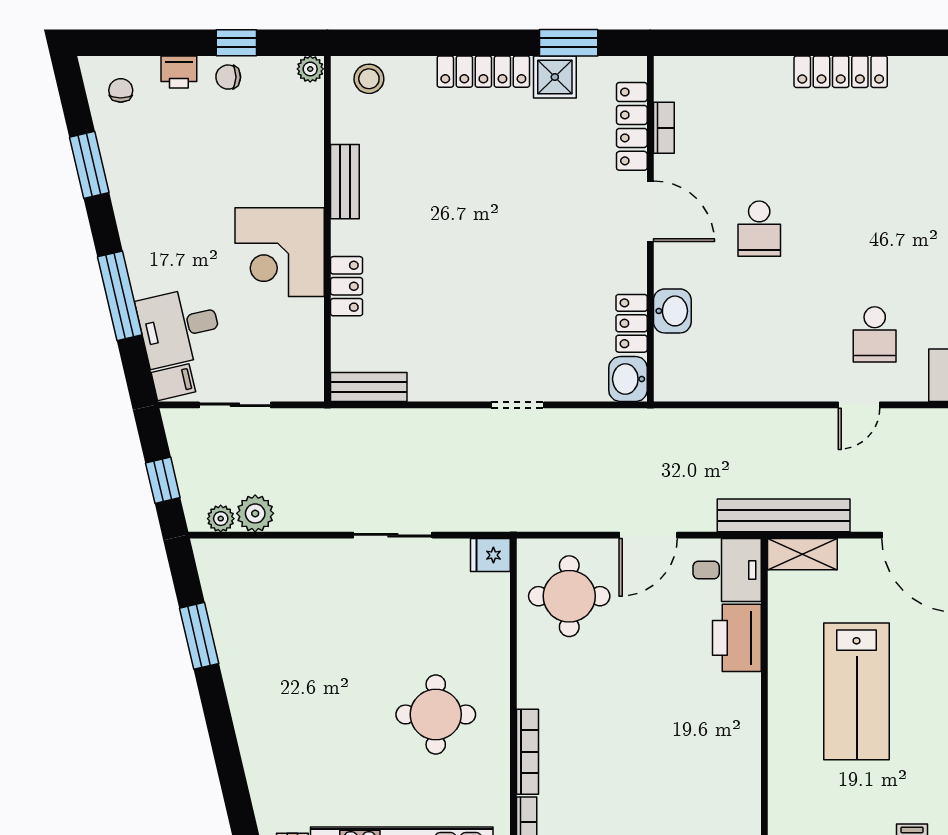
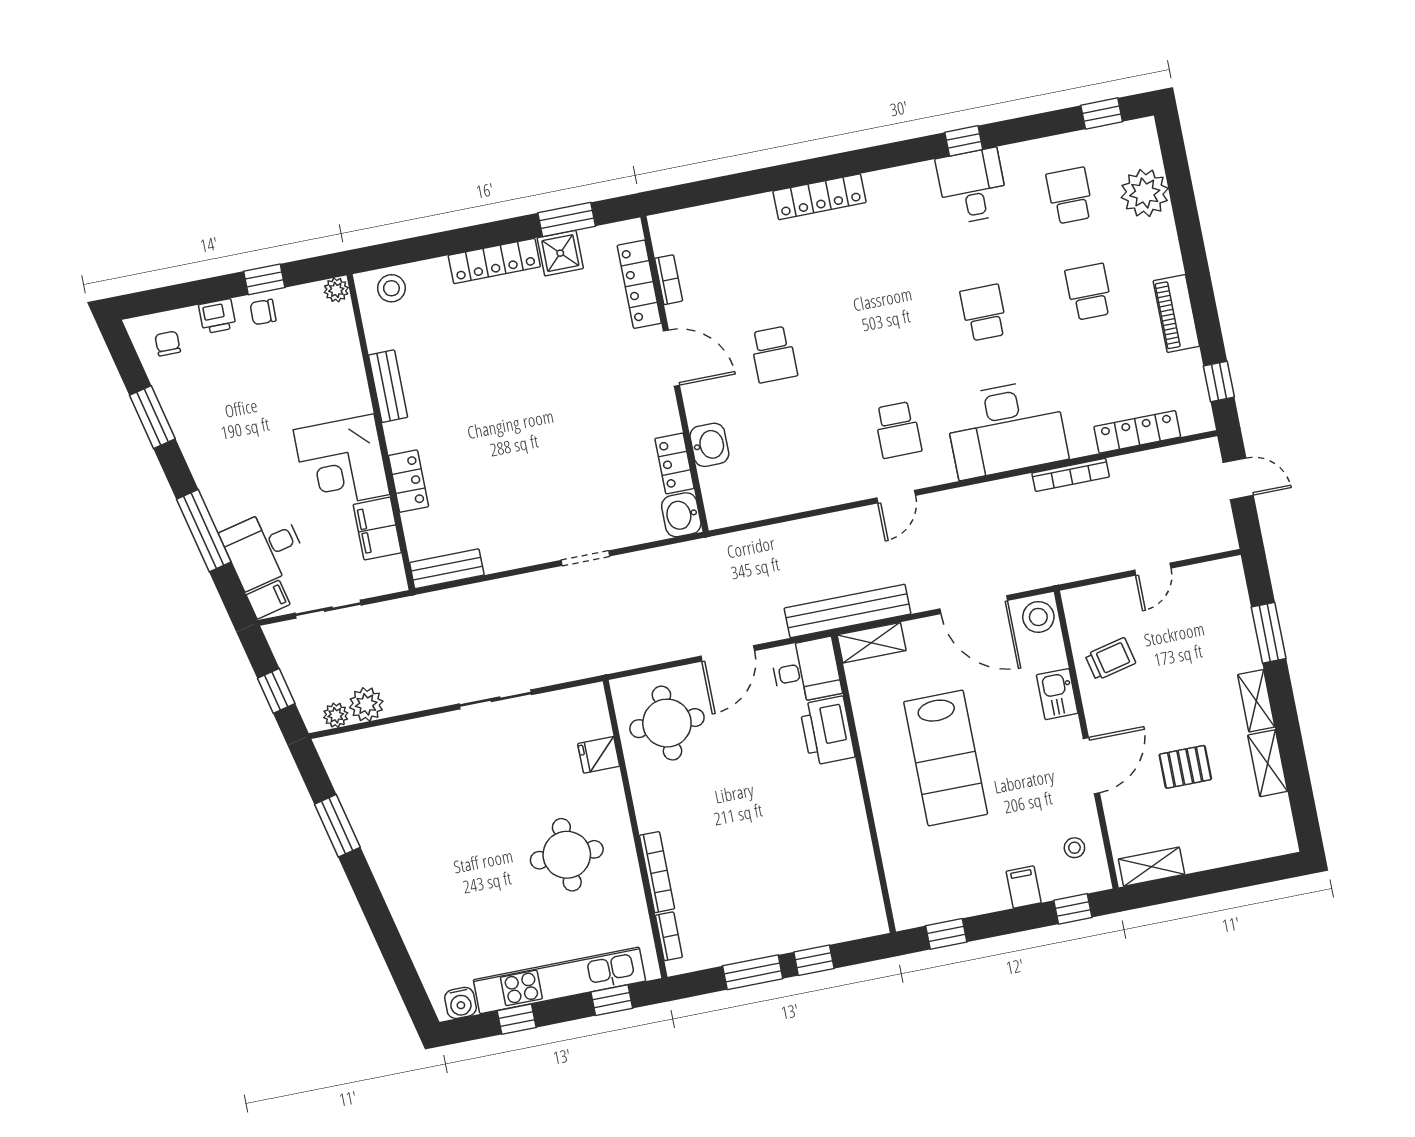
filing cabinet: (304, 330) -> (377, 529), added
fridge: (490, 555) -> (599, 755), moved

